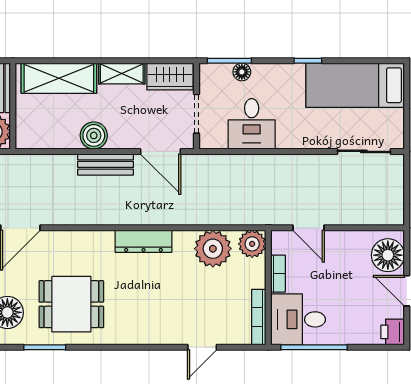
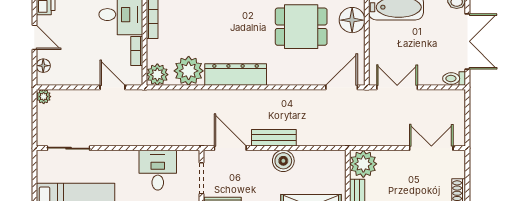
plant: (395, 216) -> (44, 97), added
dresser: (143, 241) -> (236, 75), width x1.37, depth x1.24
floor lamp: (388, 255) -> (43, 66), width x0.53, depth x0.53

